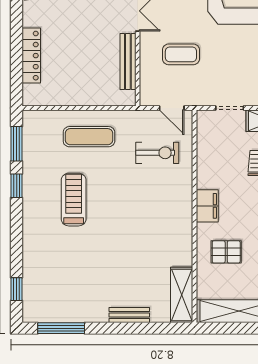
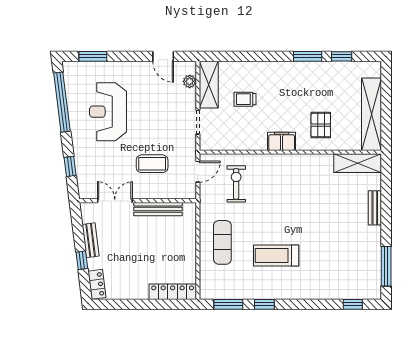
coffee table: (181, 54) -> (152, 164), turned 90
locker: (31, 56) -> (173, 292), moved

